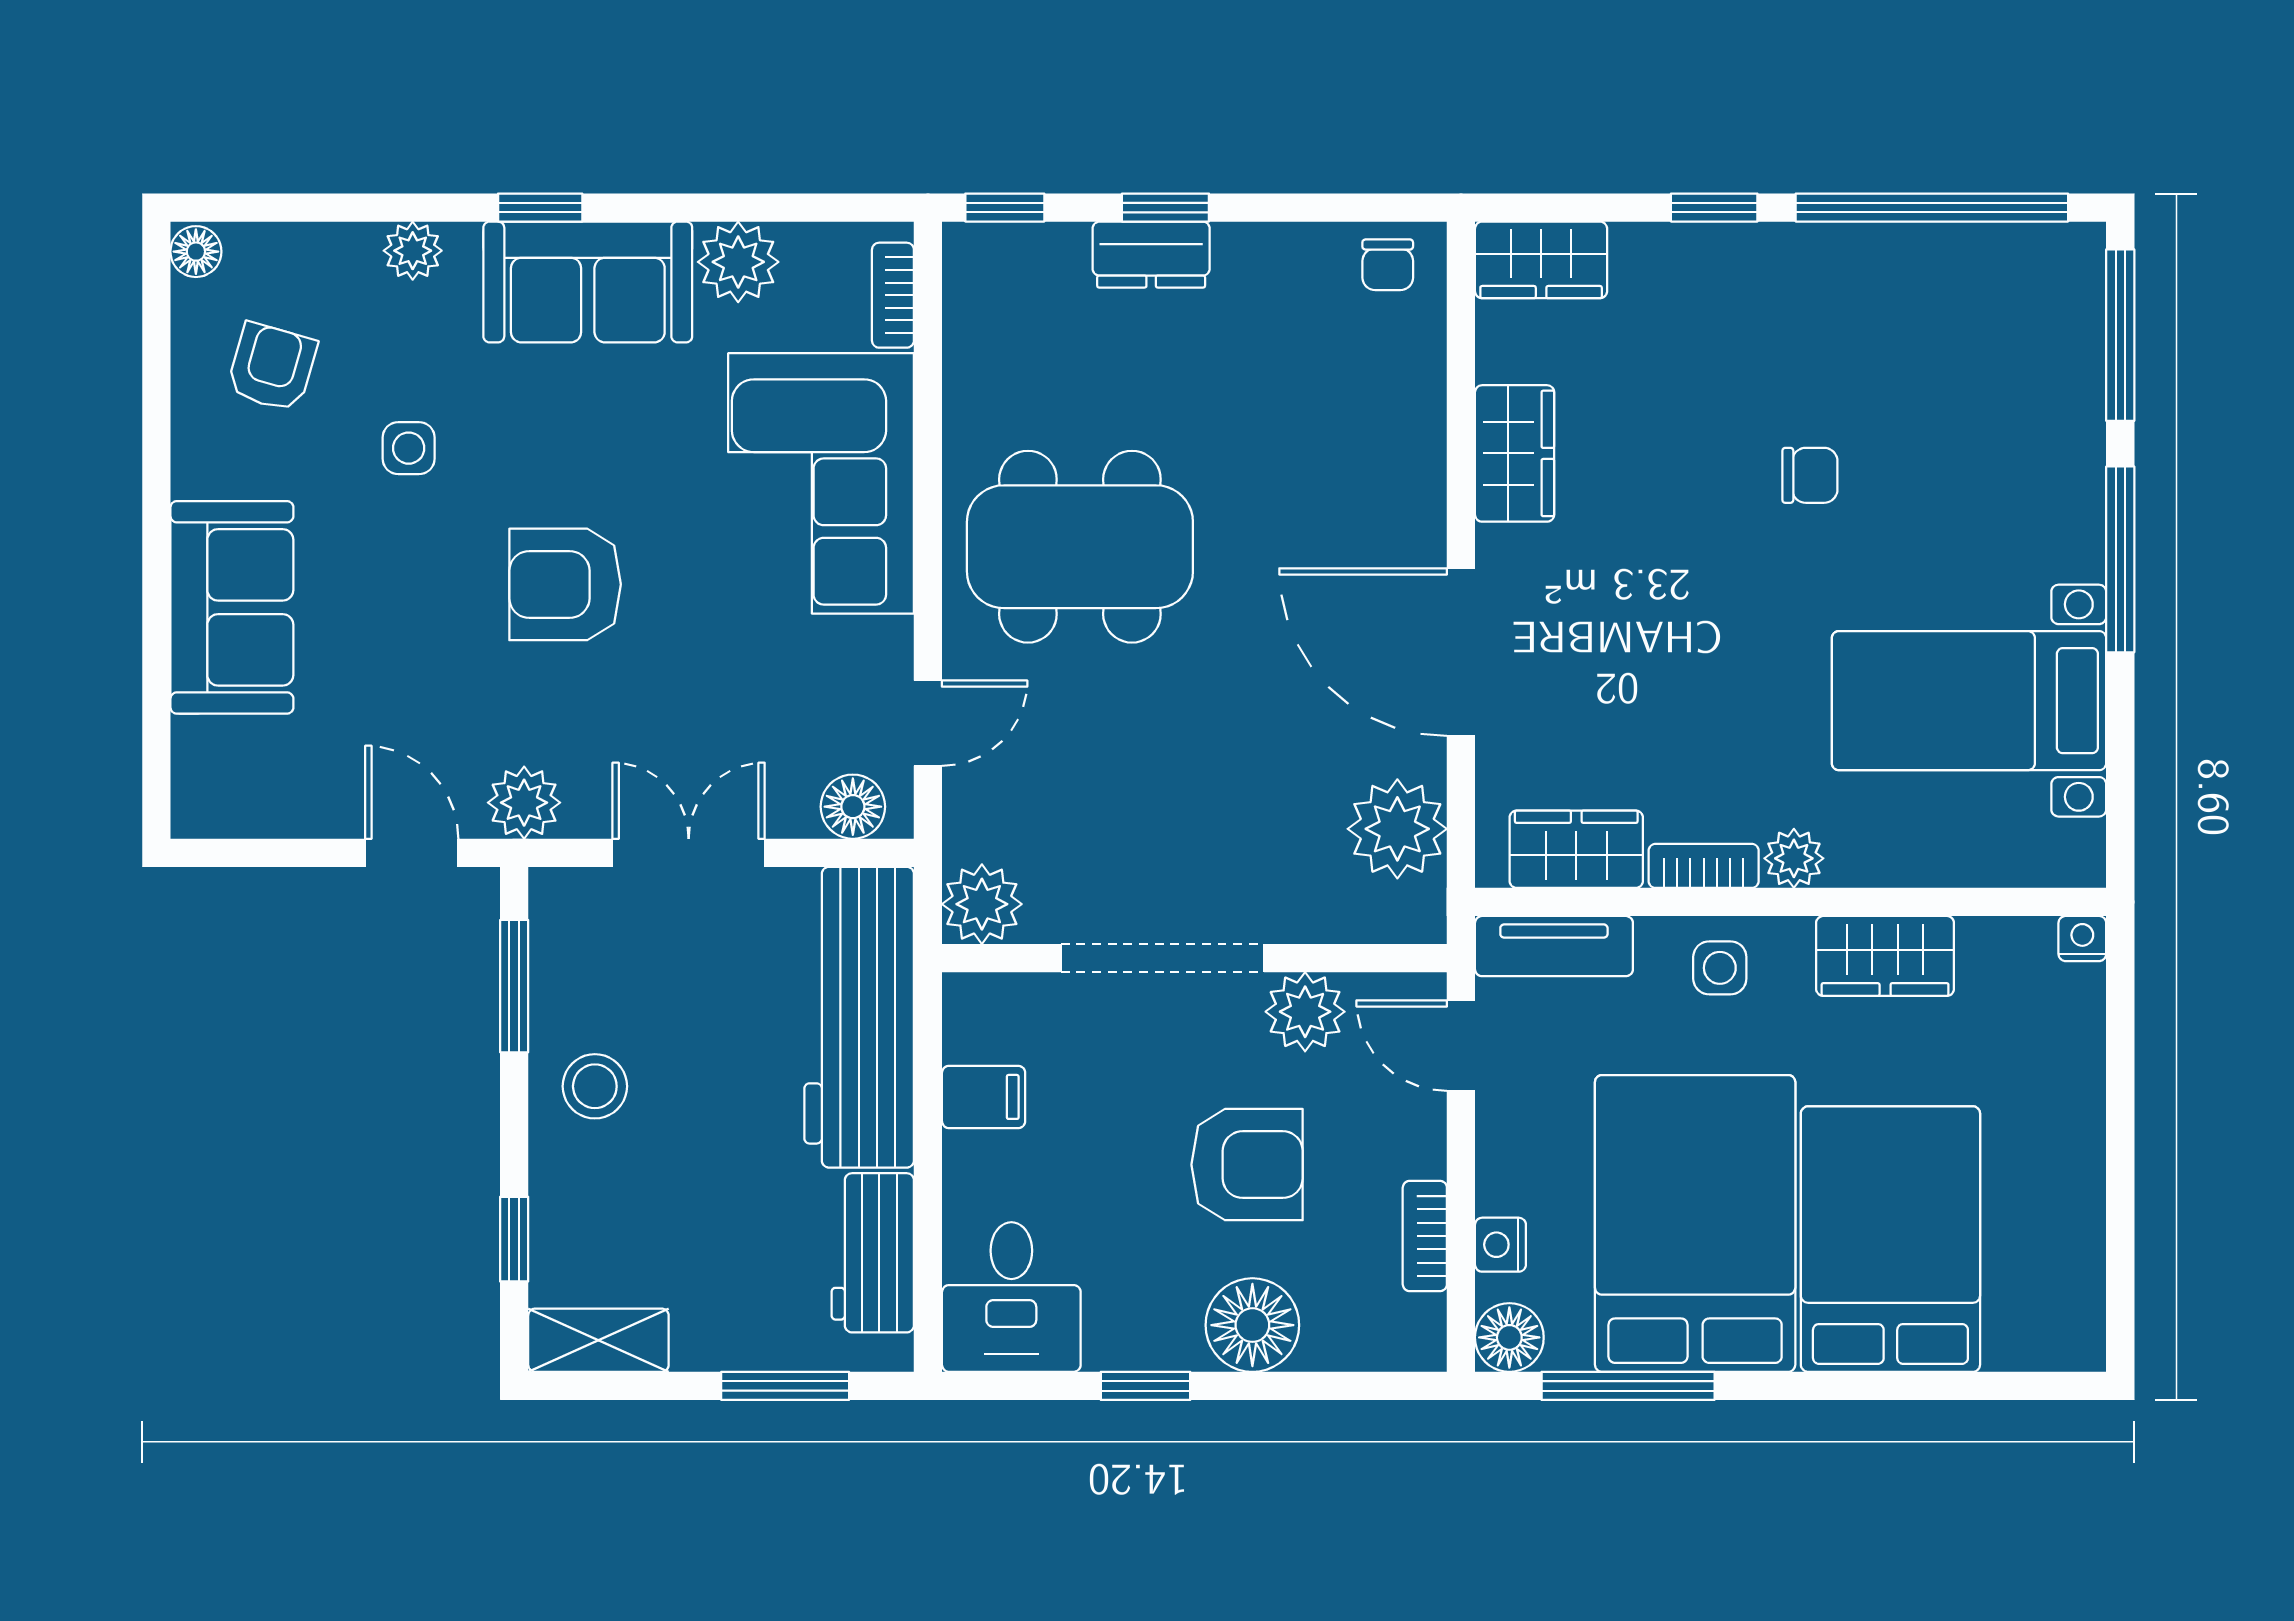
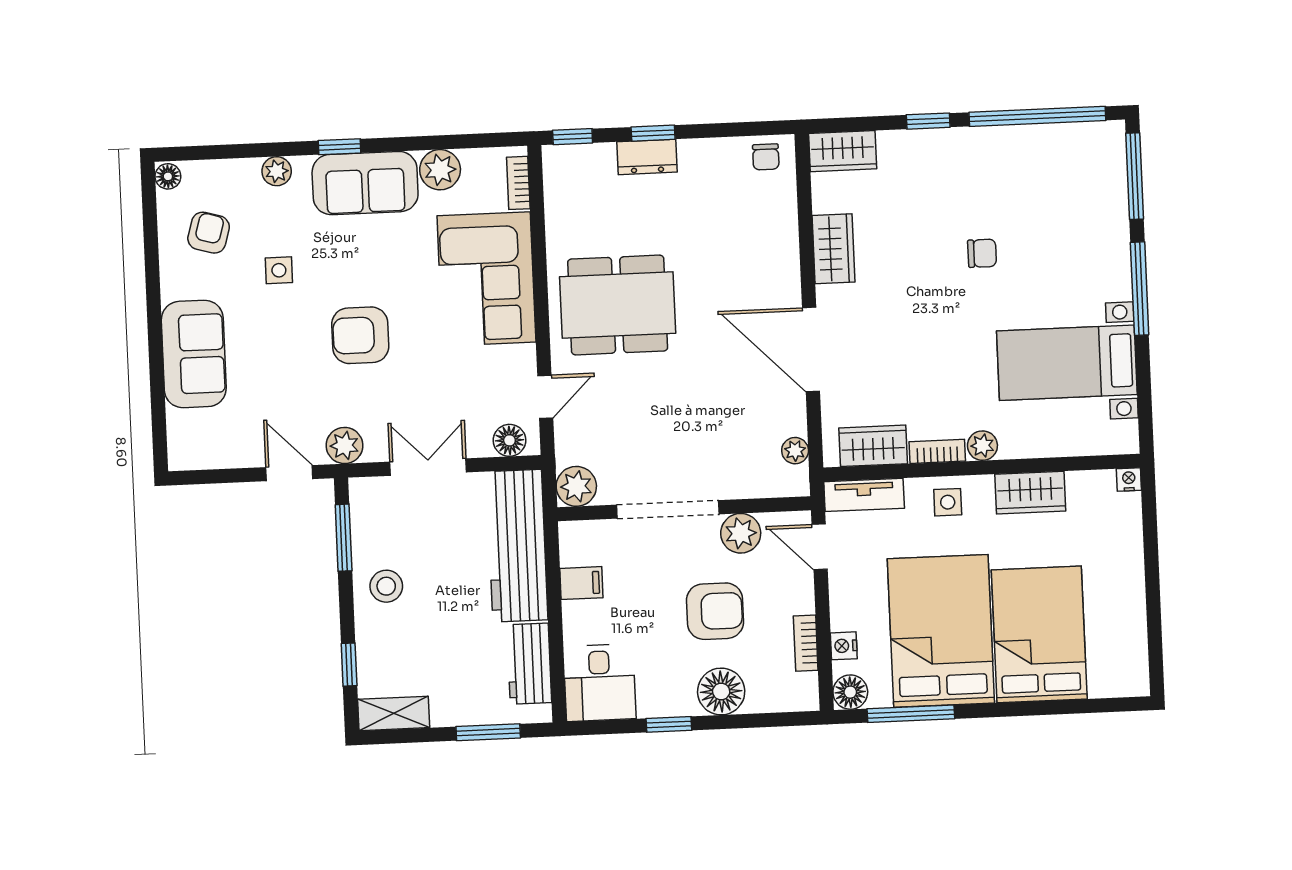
plant: (1397, 829) -> (795, 451), width x0.53, depth x0.53

